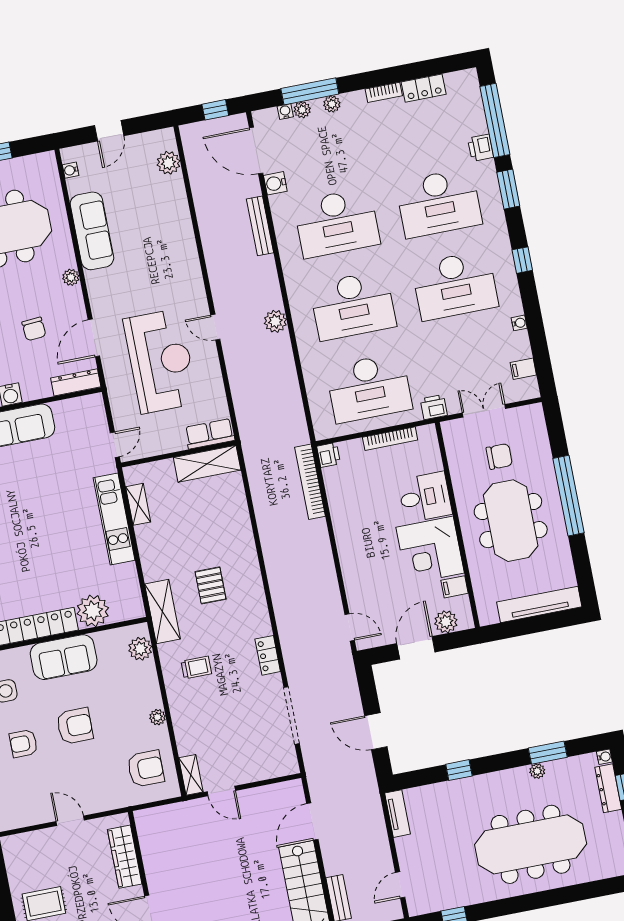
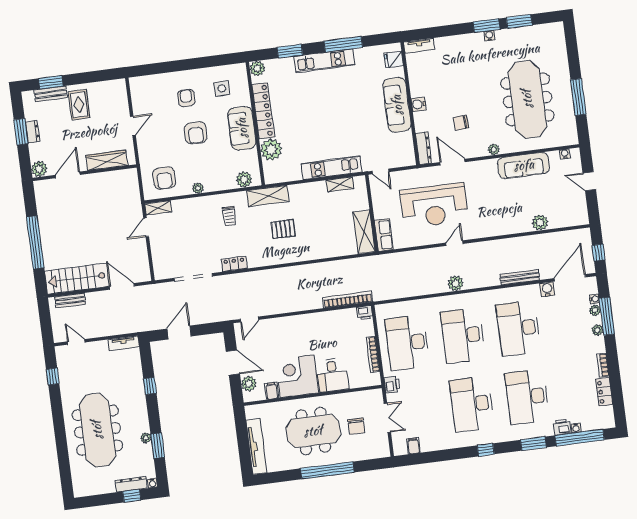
plant: (169, 163) -> (540, 223), moved
water cooler: (519, 323) -> (576, 428), moved

